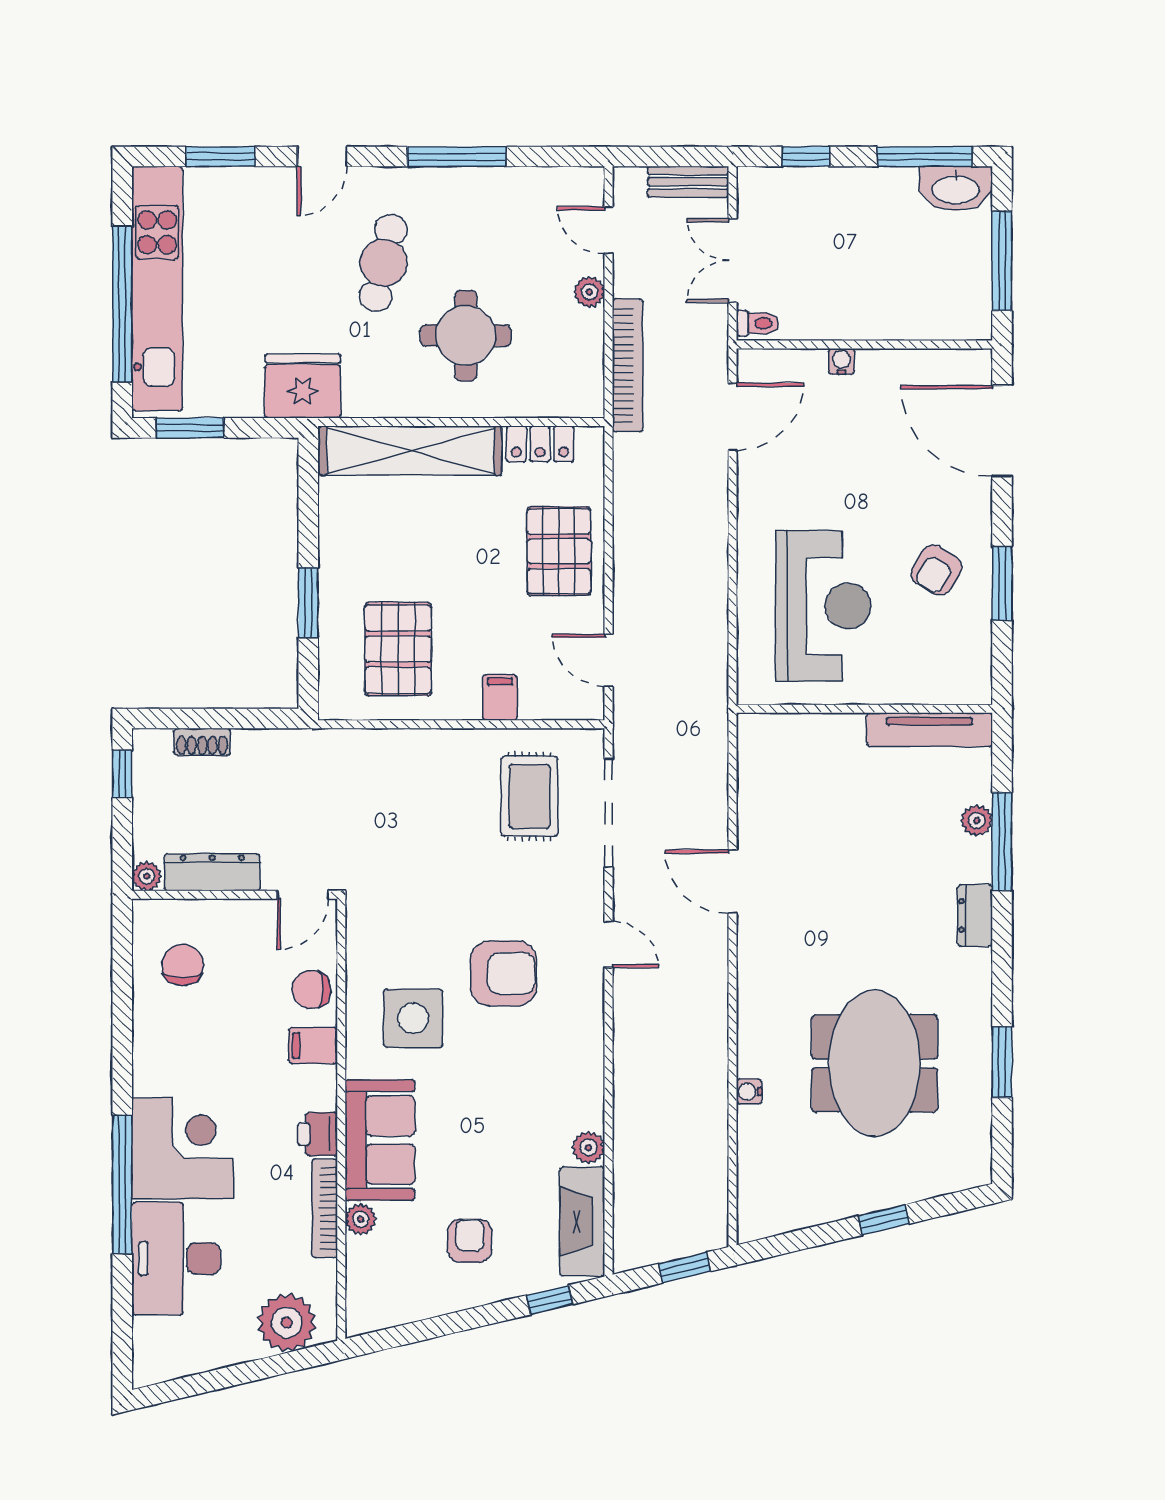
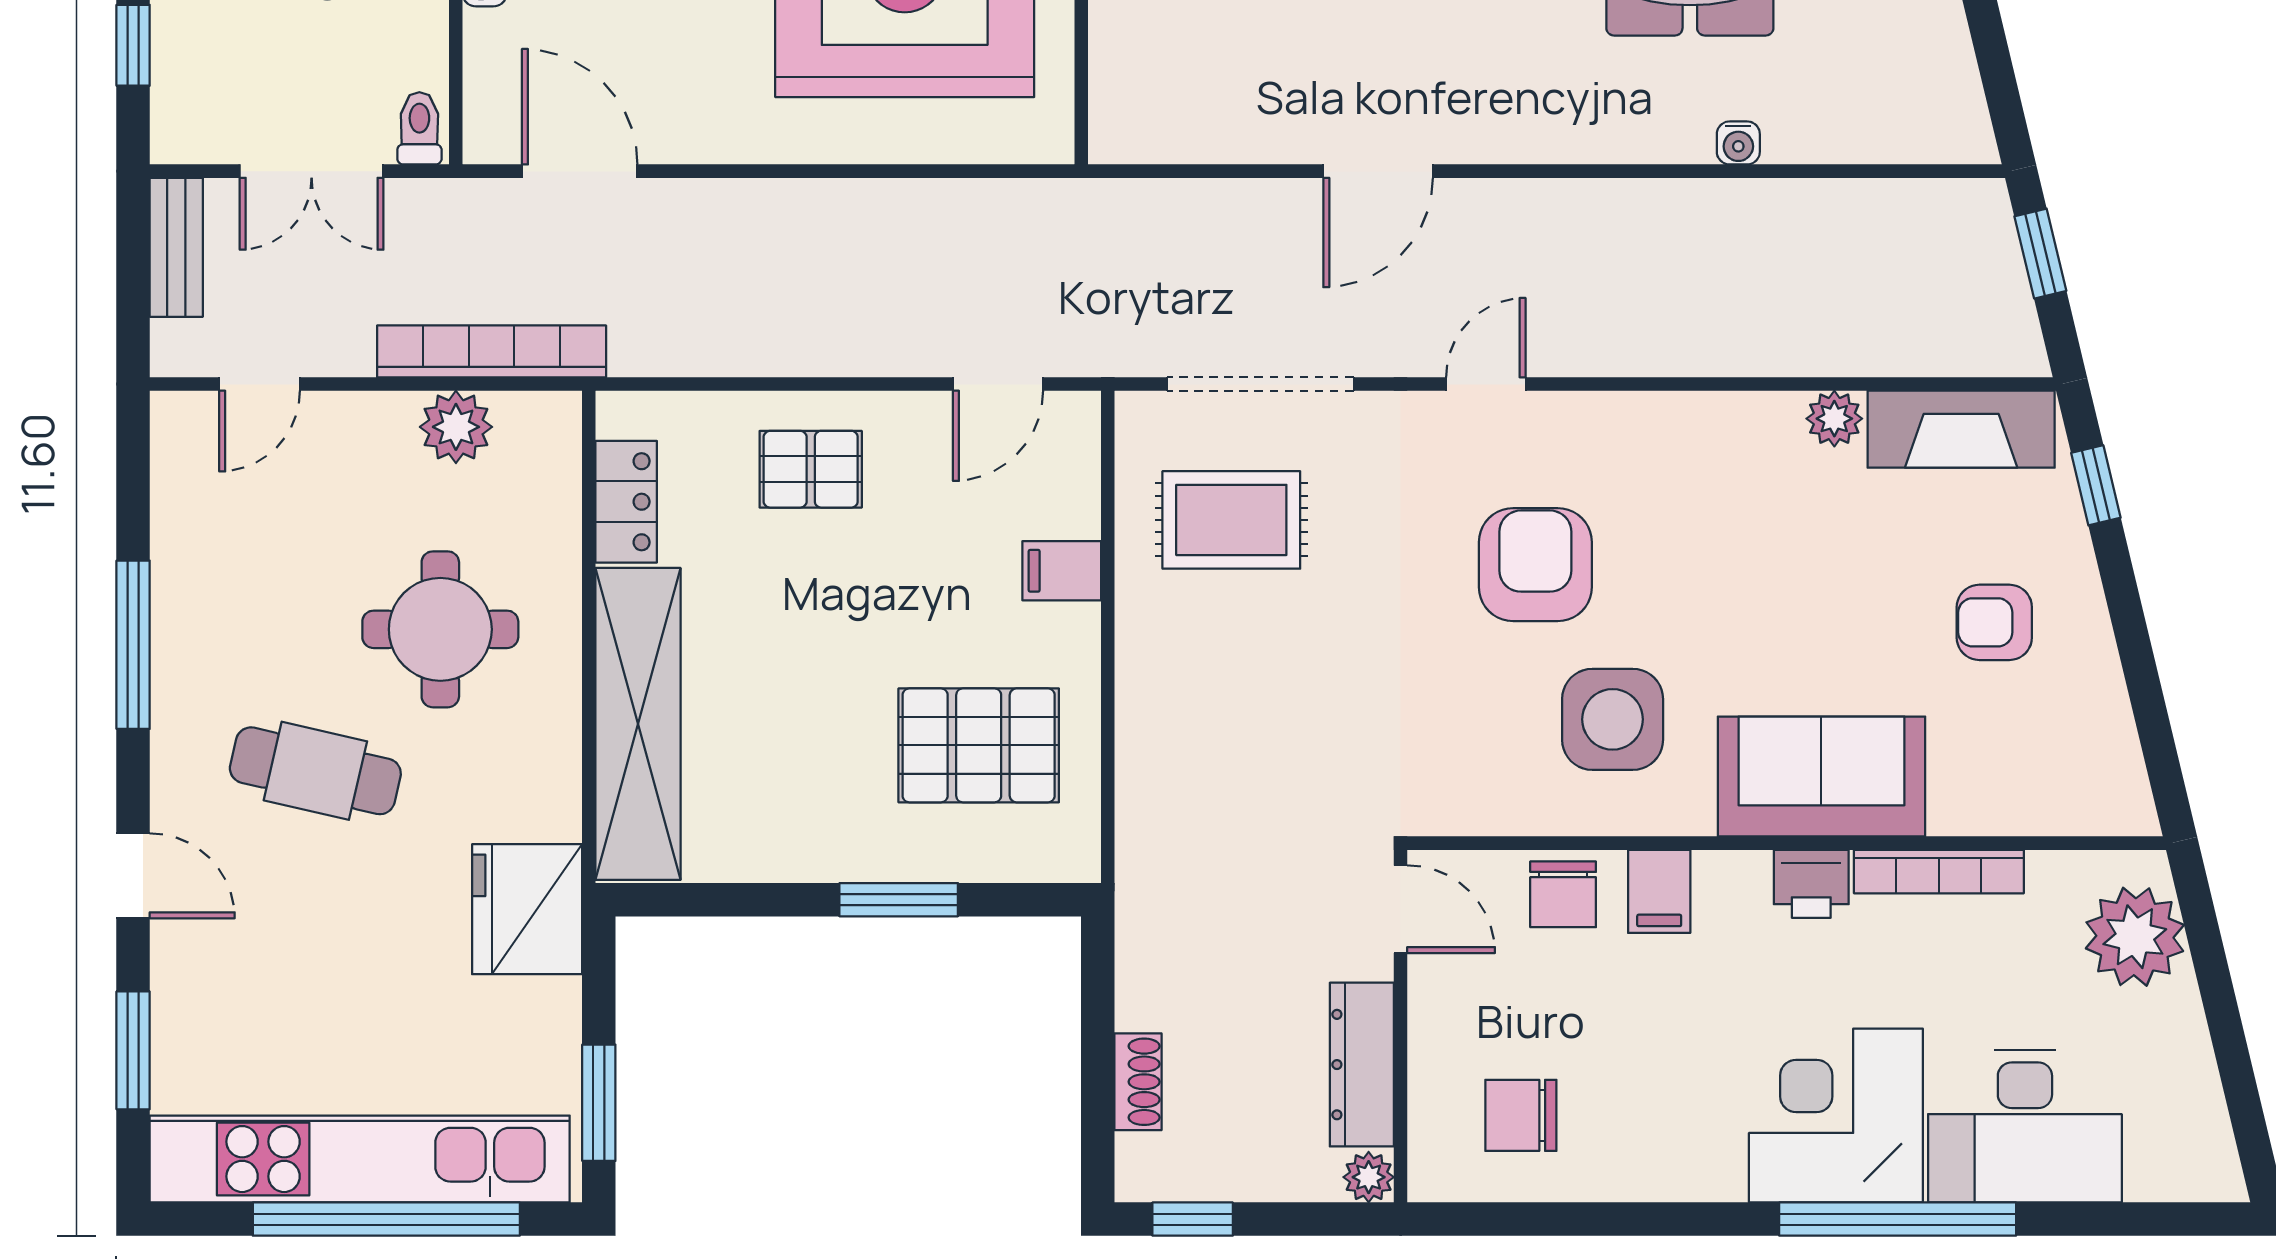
plant: (589, 292) -> (456, 427), moved, width x1.38, depth x1.38
pallet: (559, 551) -> (811, 469), width x0.67, depth x0.71
plant: (361, 1219) -> (1957, 810), removed

